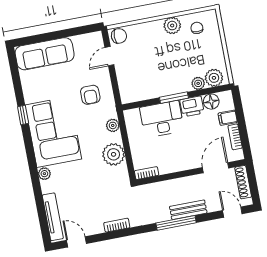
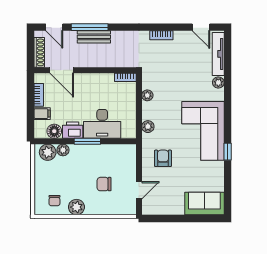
chair: (119, 36) -> (104, 184), moved
sofa: (45, 54) -> (204, 204), width x0.73
plant: (114, 154) -> (147, 95), width x0.53, depth x0.53
door: (216, 168) -> (62, 70), hinge flipped
plant: (44, 174) -> (218, 83), moved
window: (176, 223) -> (90, 27), moved

